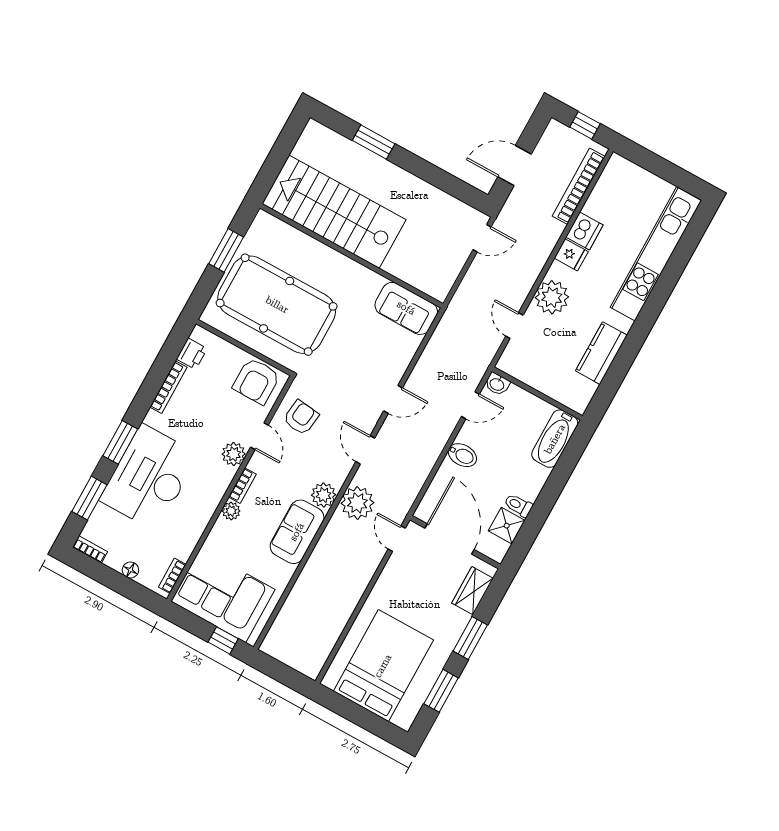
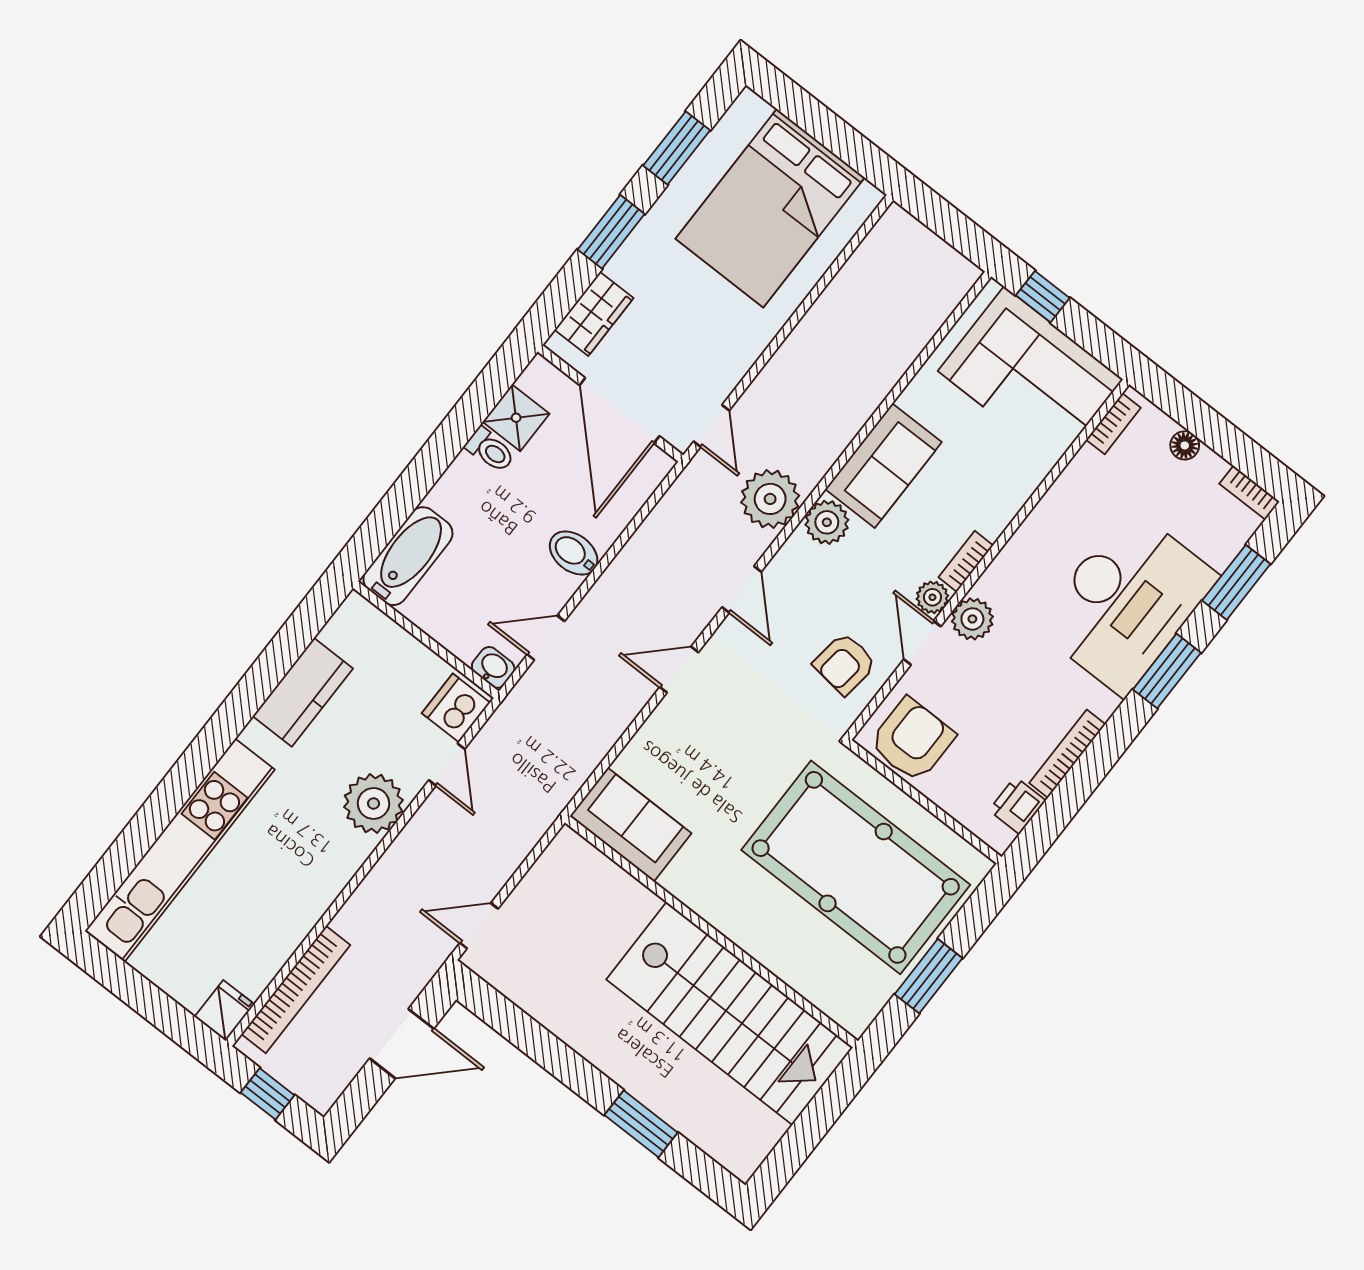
dishwasher: (584, 231) -> (456, 708), moved
fridge: (571, 255) -> (225, 1011), moved, turned 90
plant: (231, 511) -> (932, 597), moved

